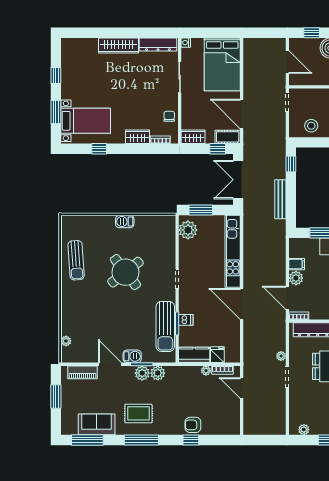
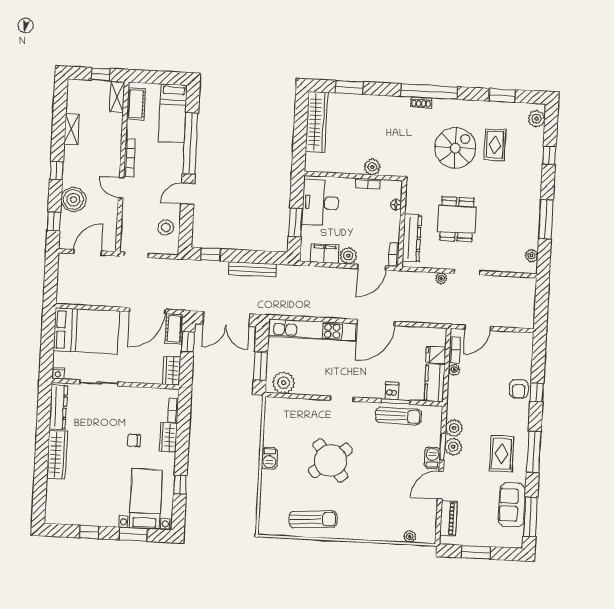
chair: (169, 116) -> (134, 440), moved
filing cabinet: (297, 264) -> (325, 254), width x2.00
sun lounger: (165, 327) -> (398, 416), width x0.73, depth x0.75

